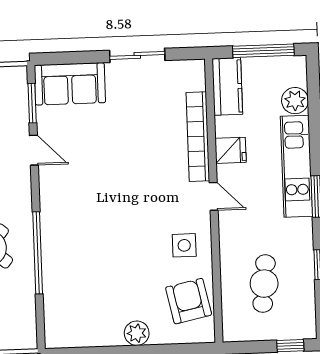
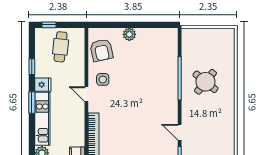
fridge: (231, 150) -> (43, 85), moved, turned 180
door: (214, 196) -> (86, 94), moved
cafe table: (264, 284) -> (61, 47), moved

